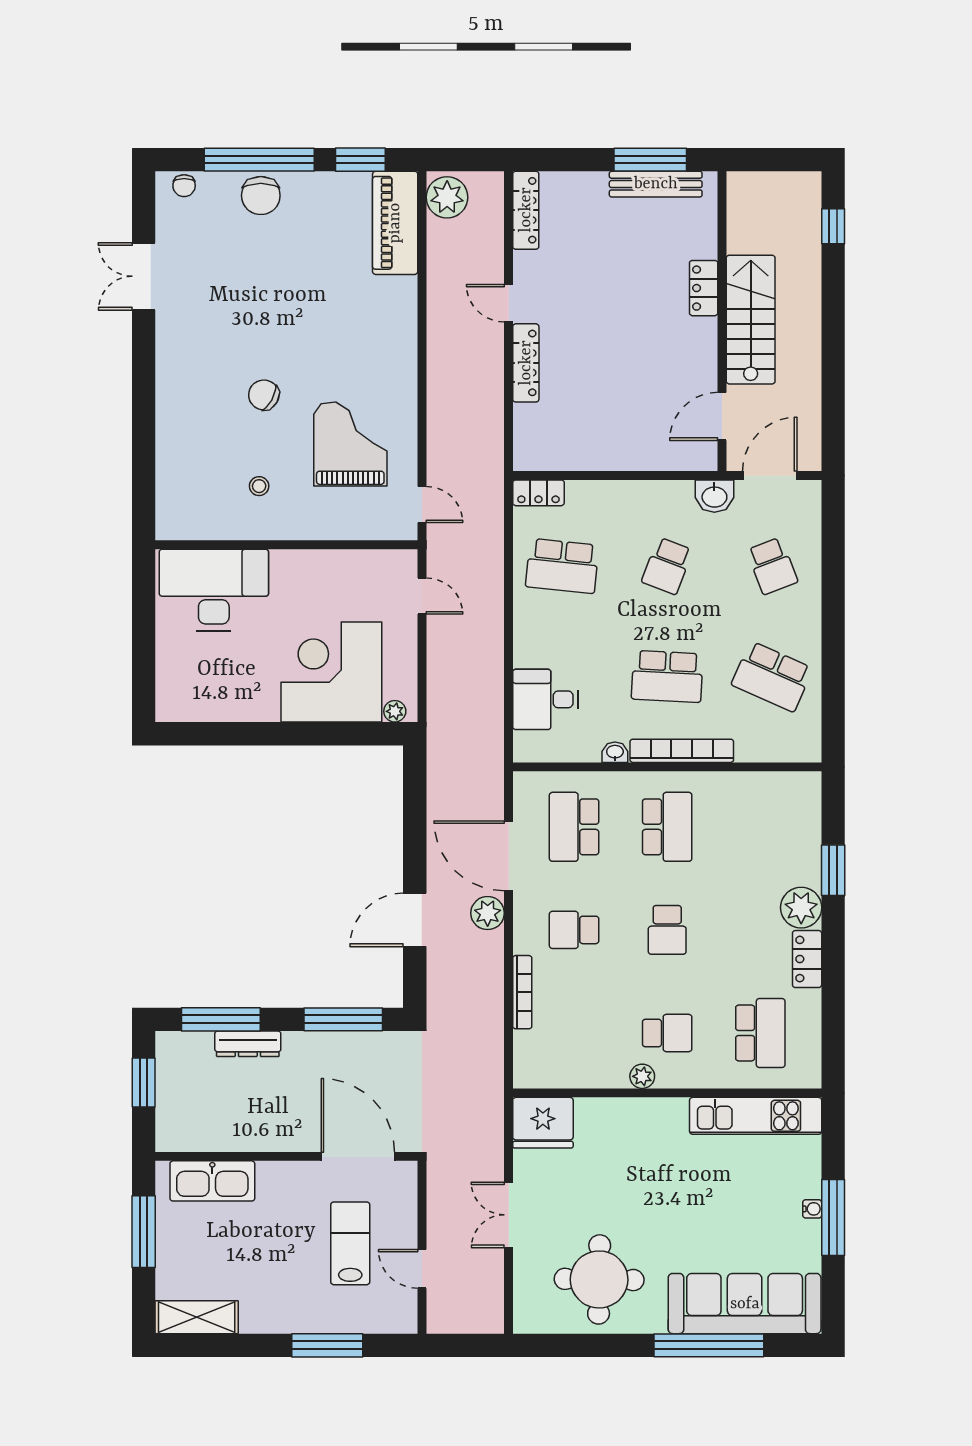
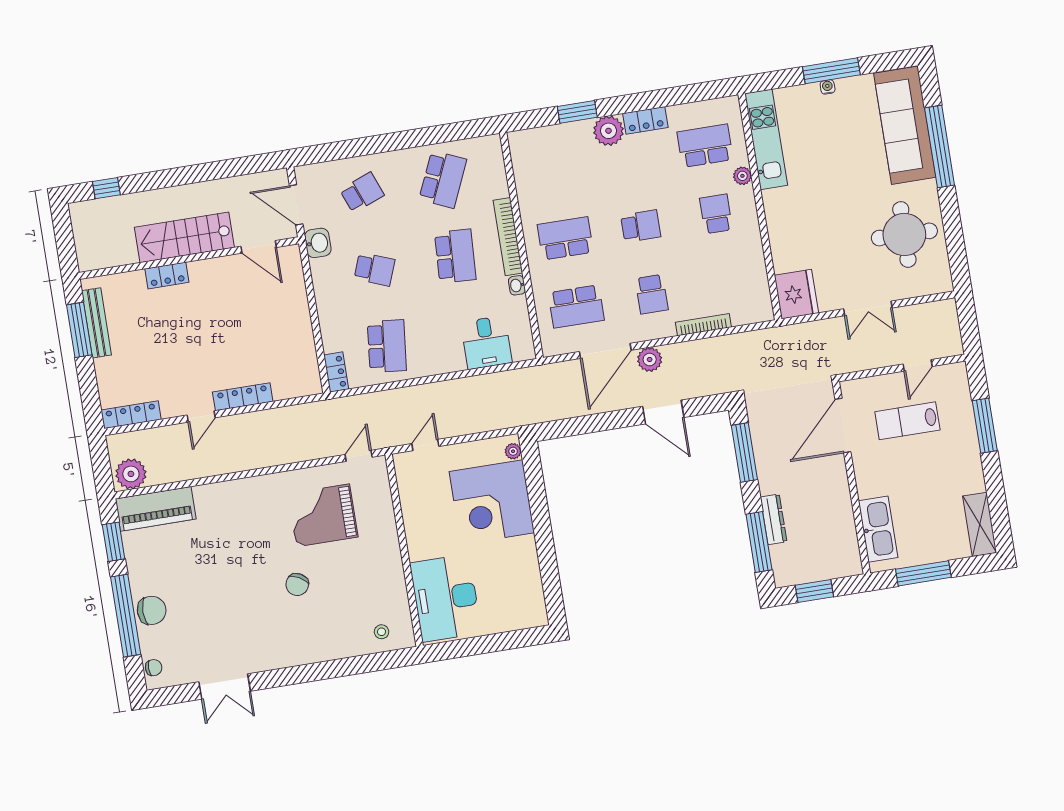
stool: (259, 486) -> (382, 632), moved
plant: (642, 1076) -> (742, 176), moved

